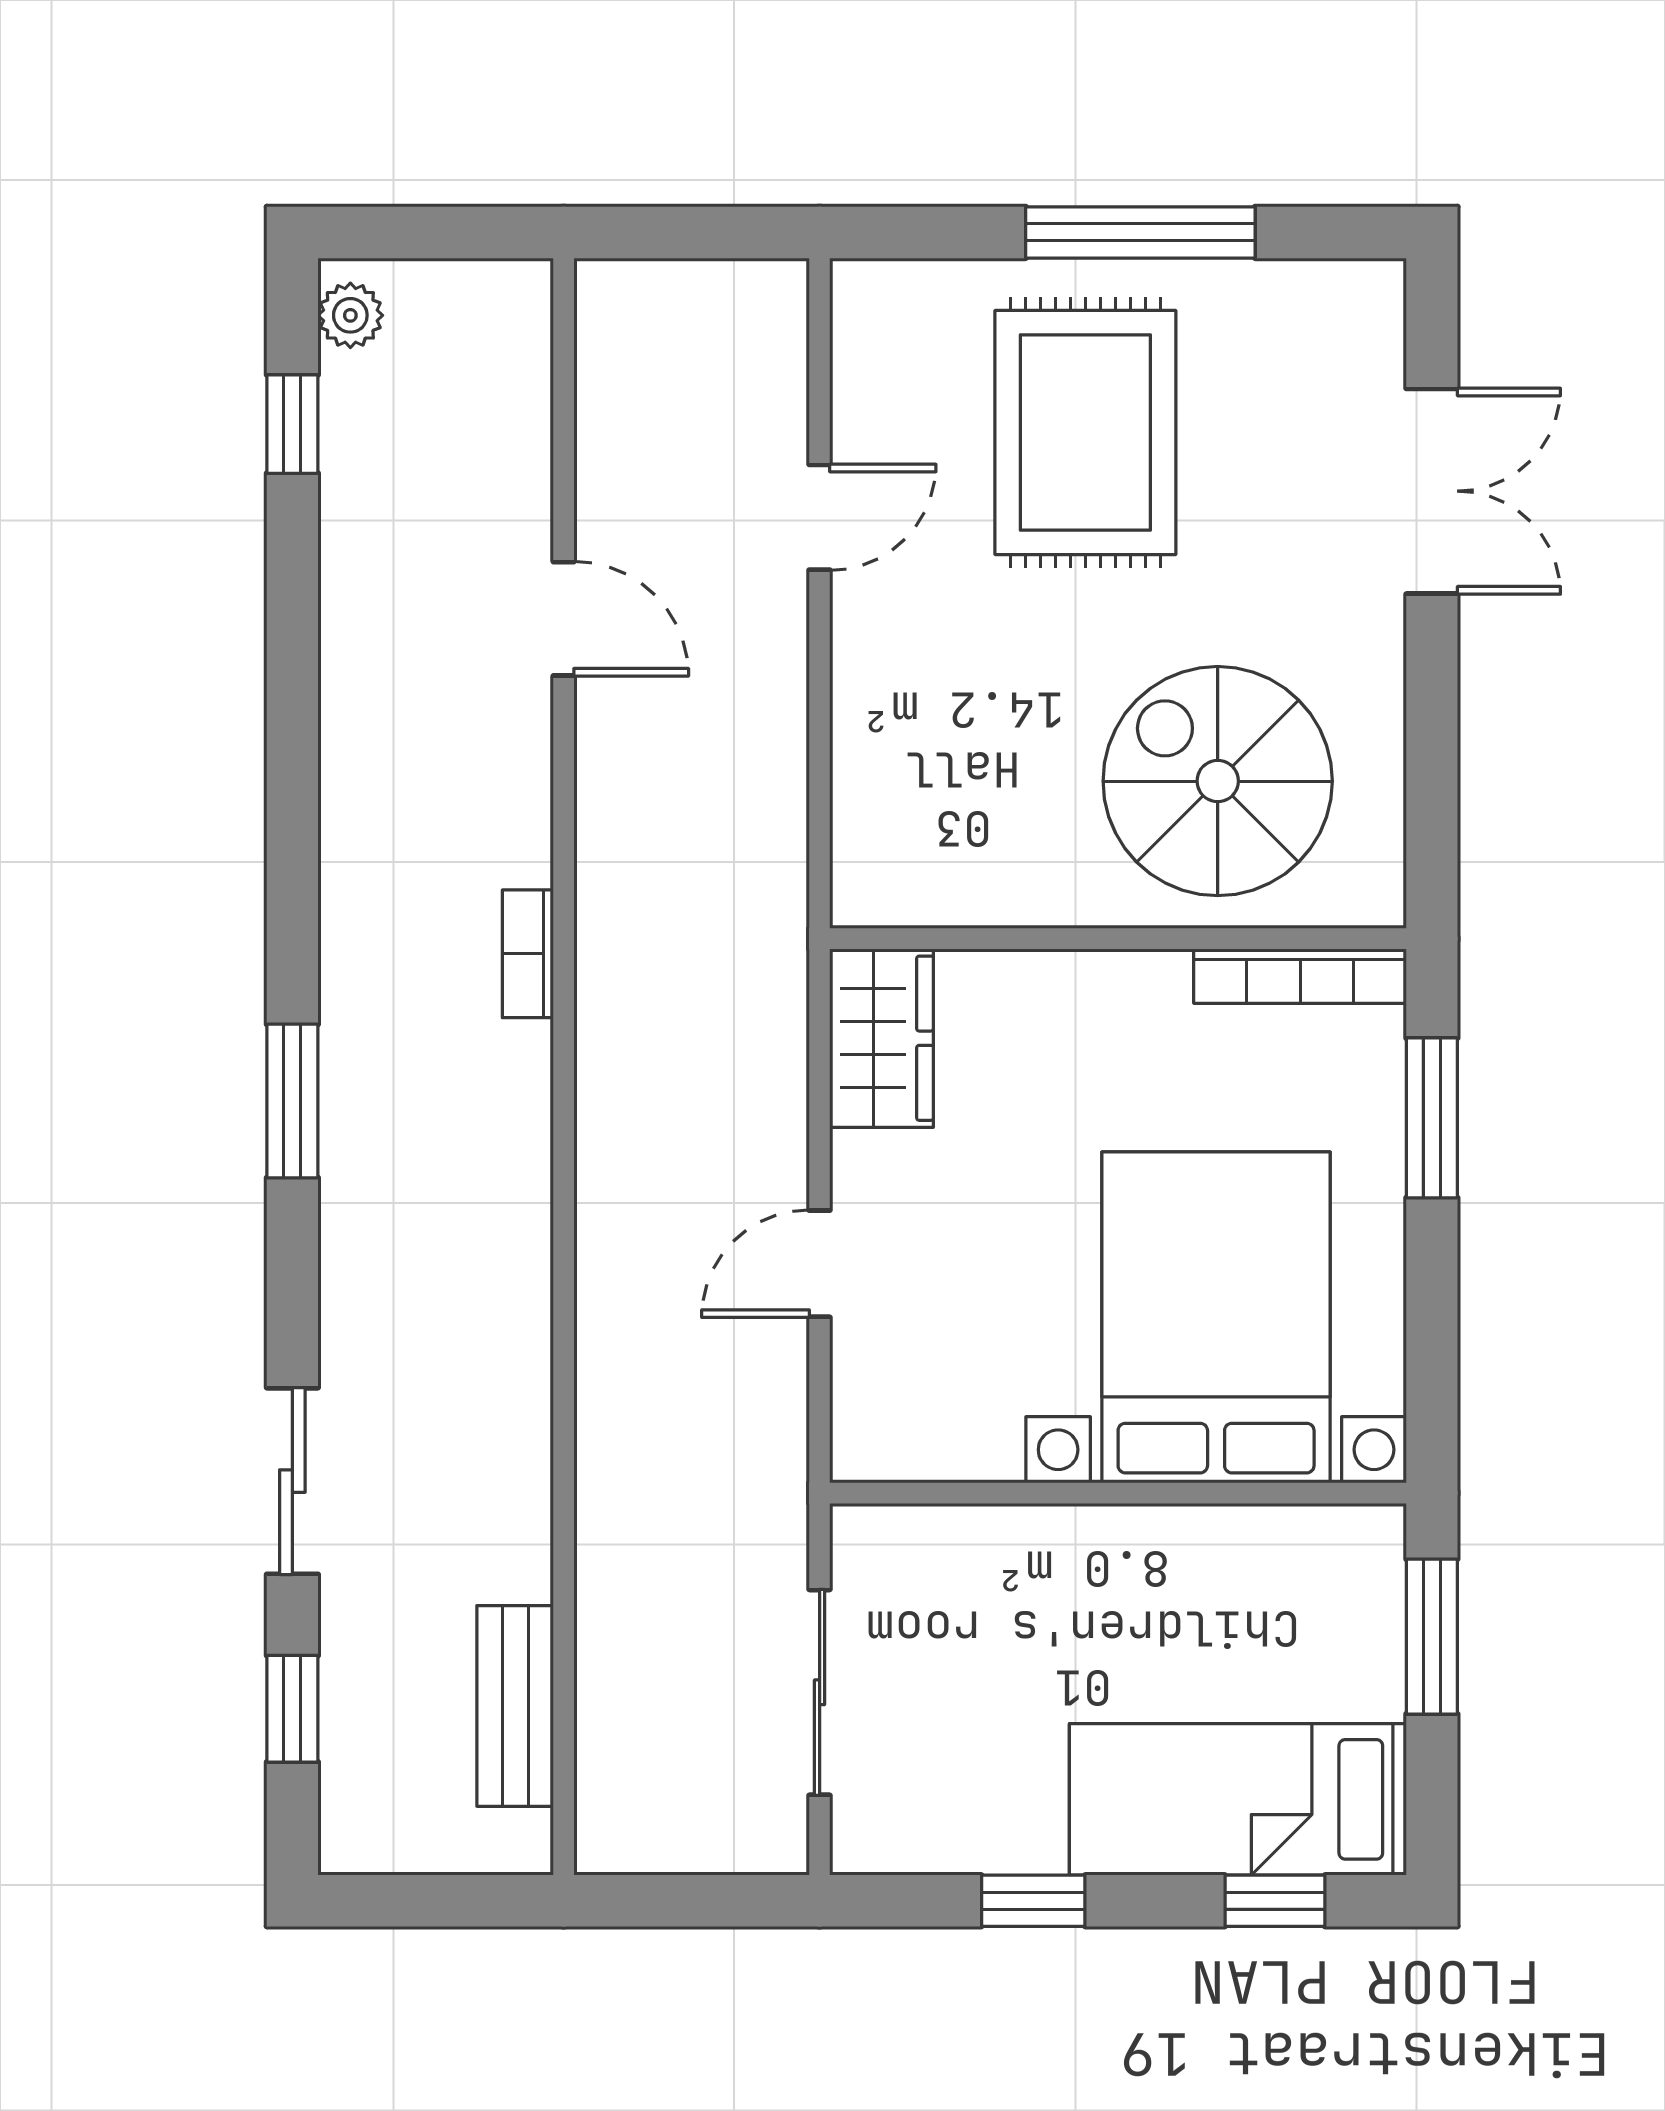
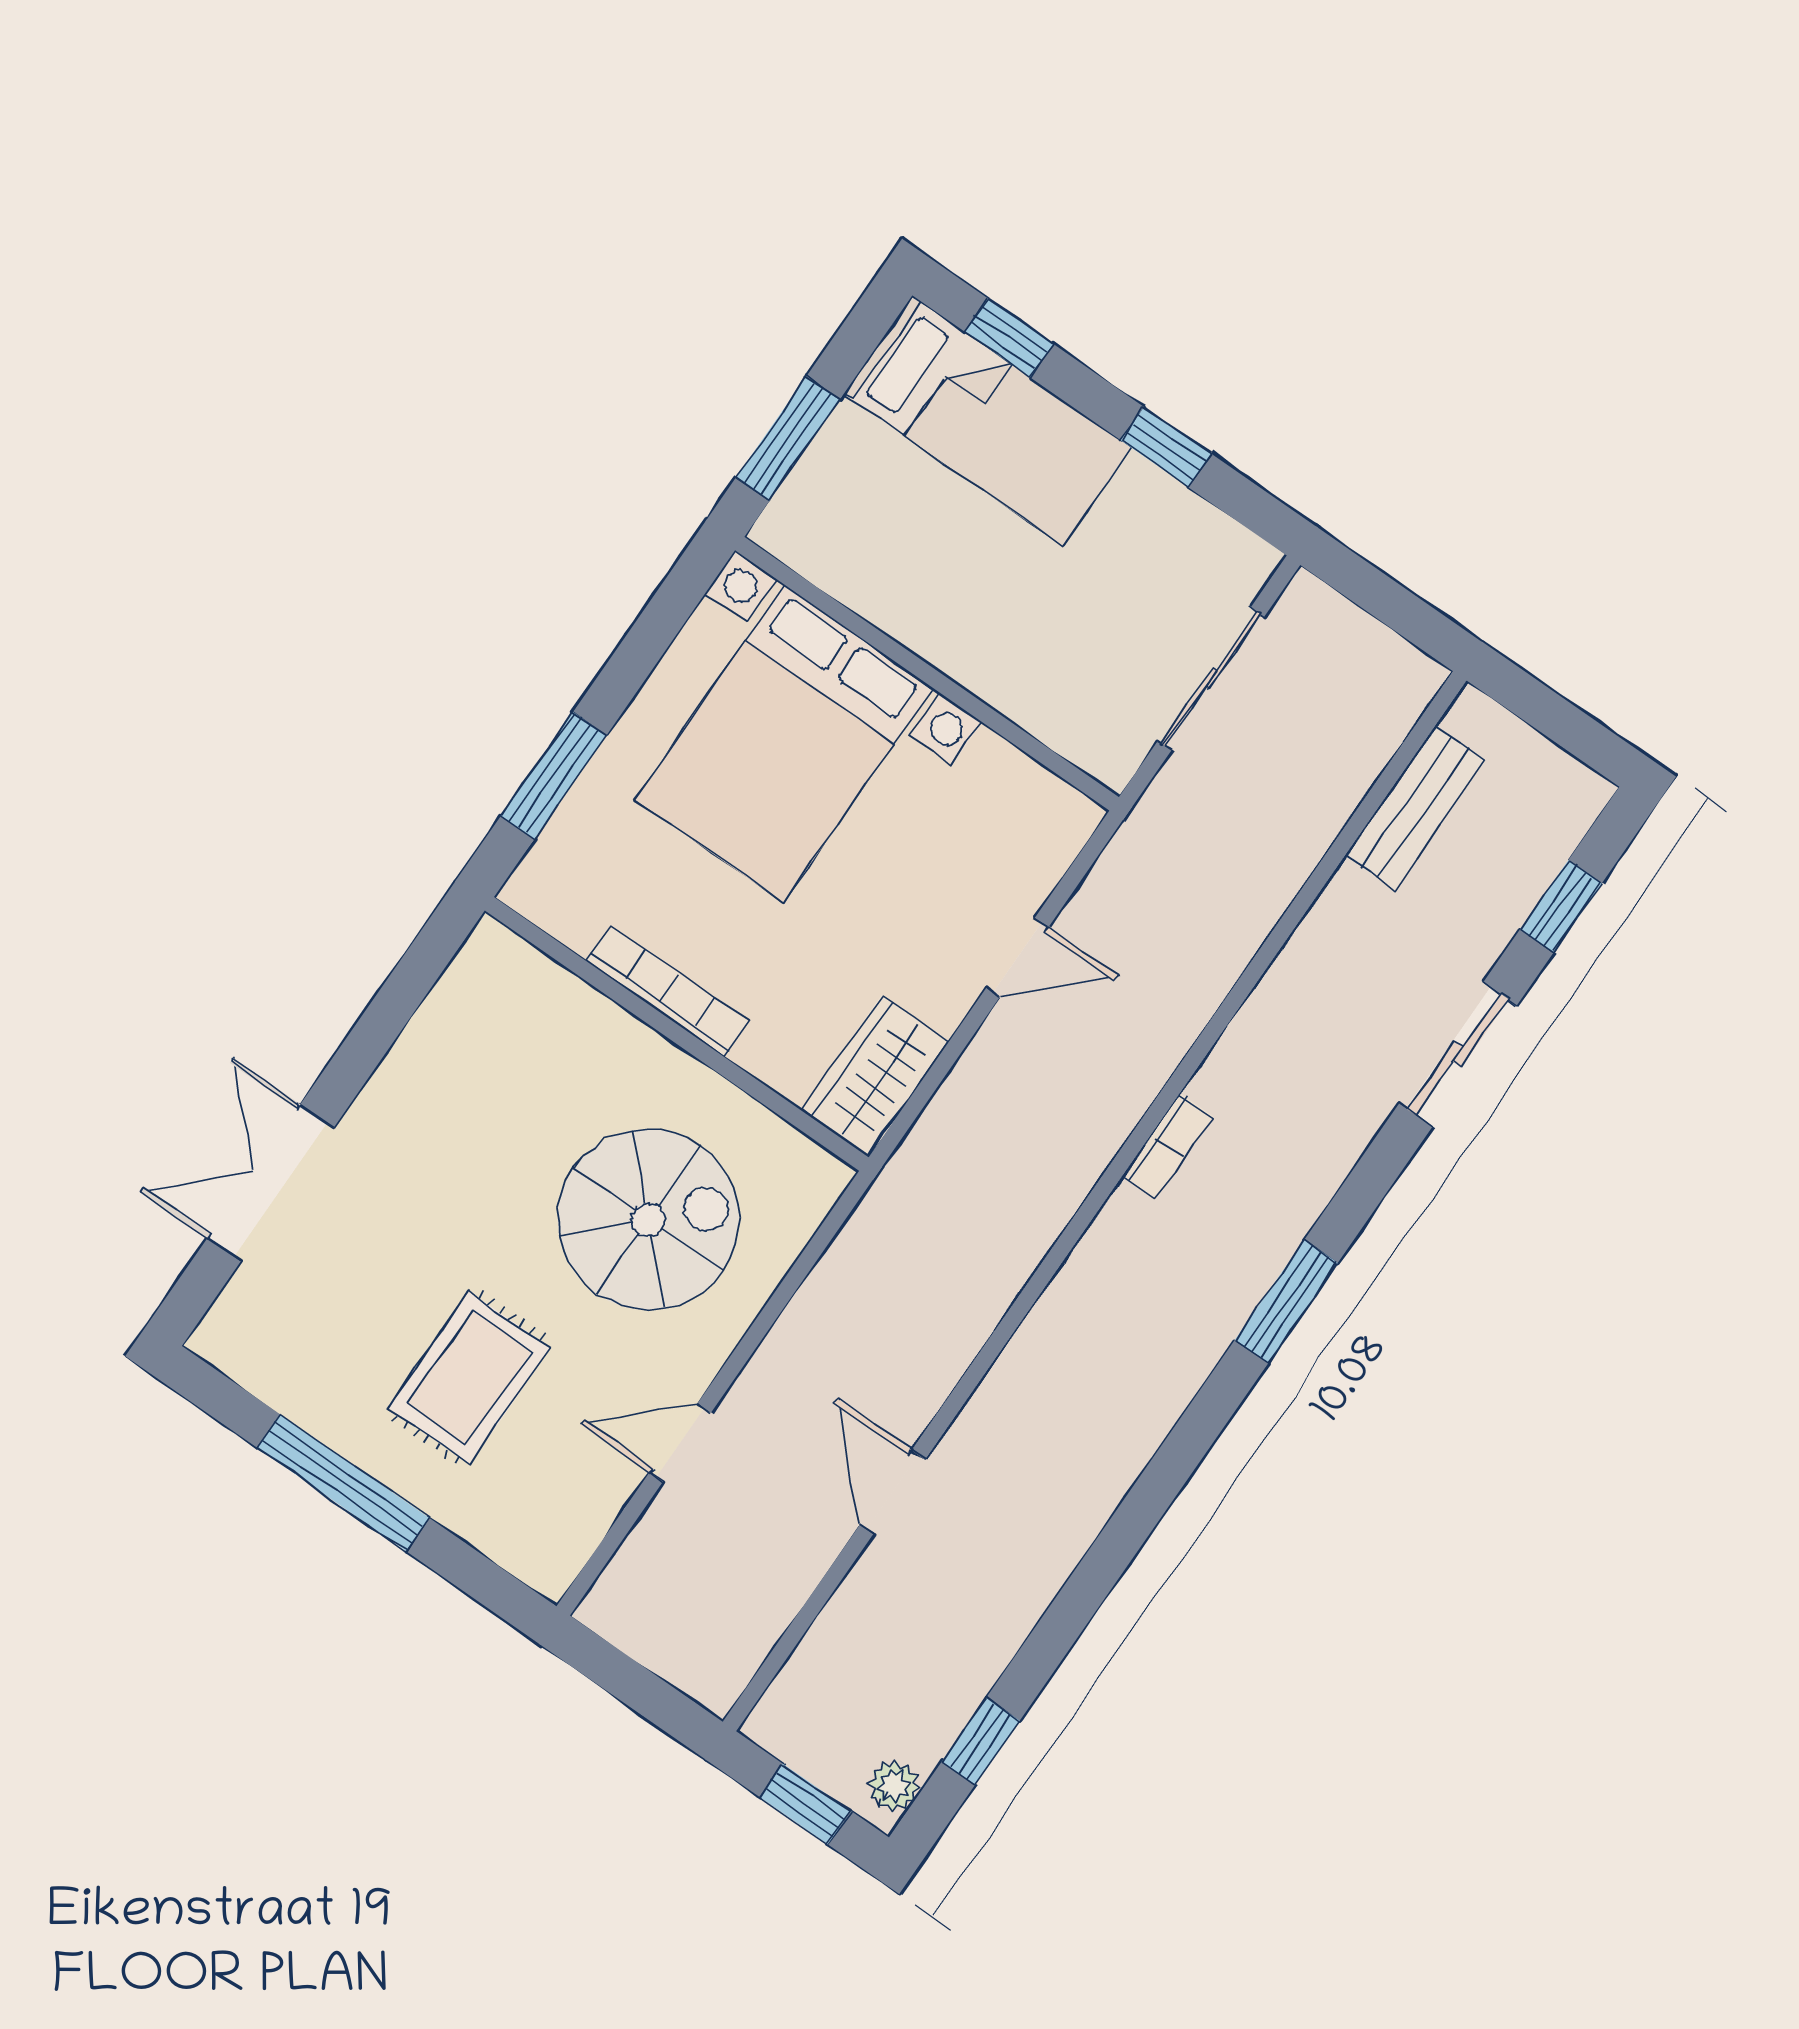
window: (429, 232) -> (805, 1804), added
rug: (1085, 432) -> (469, 1378), width x0.73, depth x0.70
spiral stairs: (1218, 781) -> (648, 1220), moved, turned -90
bookcase: (528, 954) -> (1167, 1146), moved
bookcase: (1300, 976) -> (667, 991), moved

